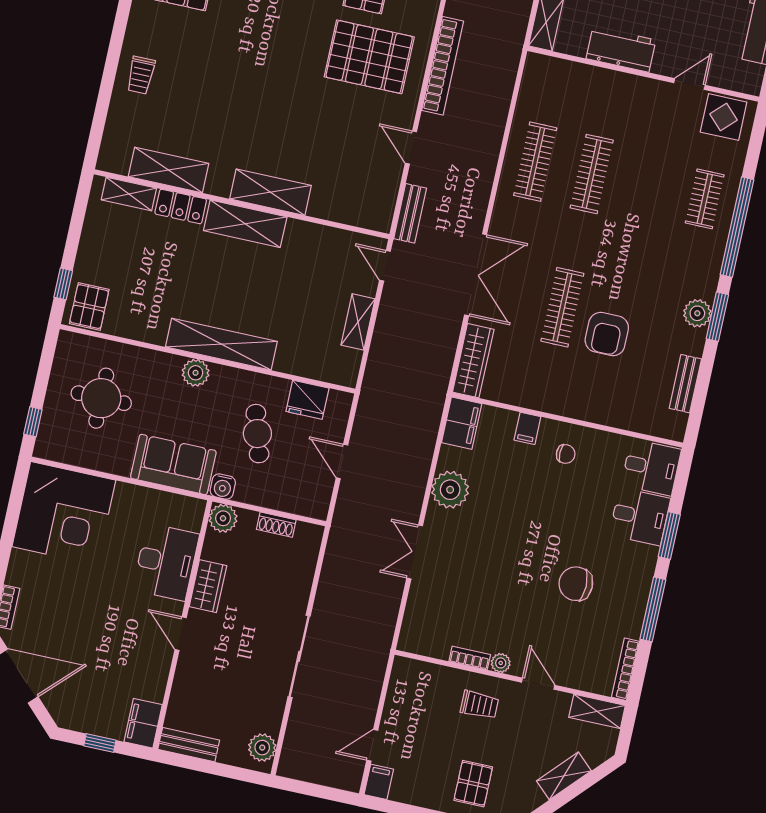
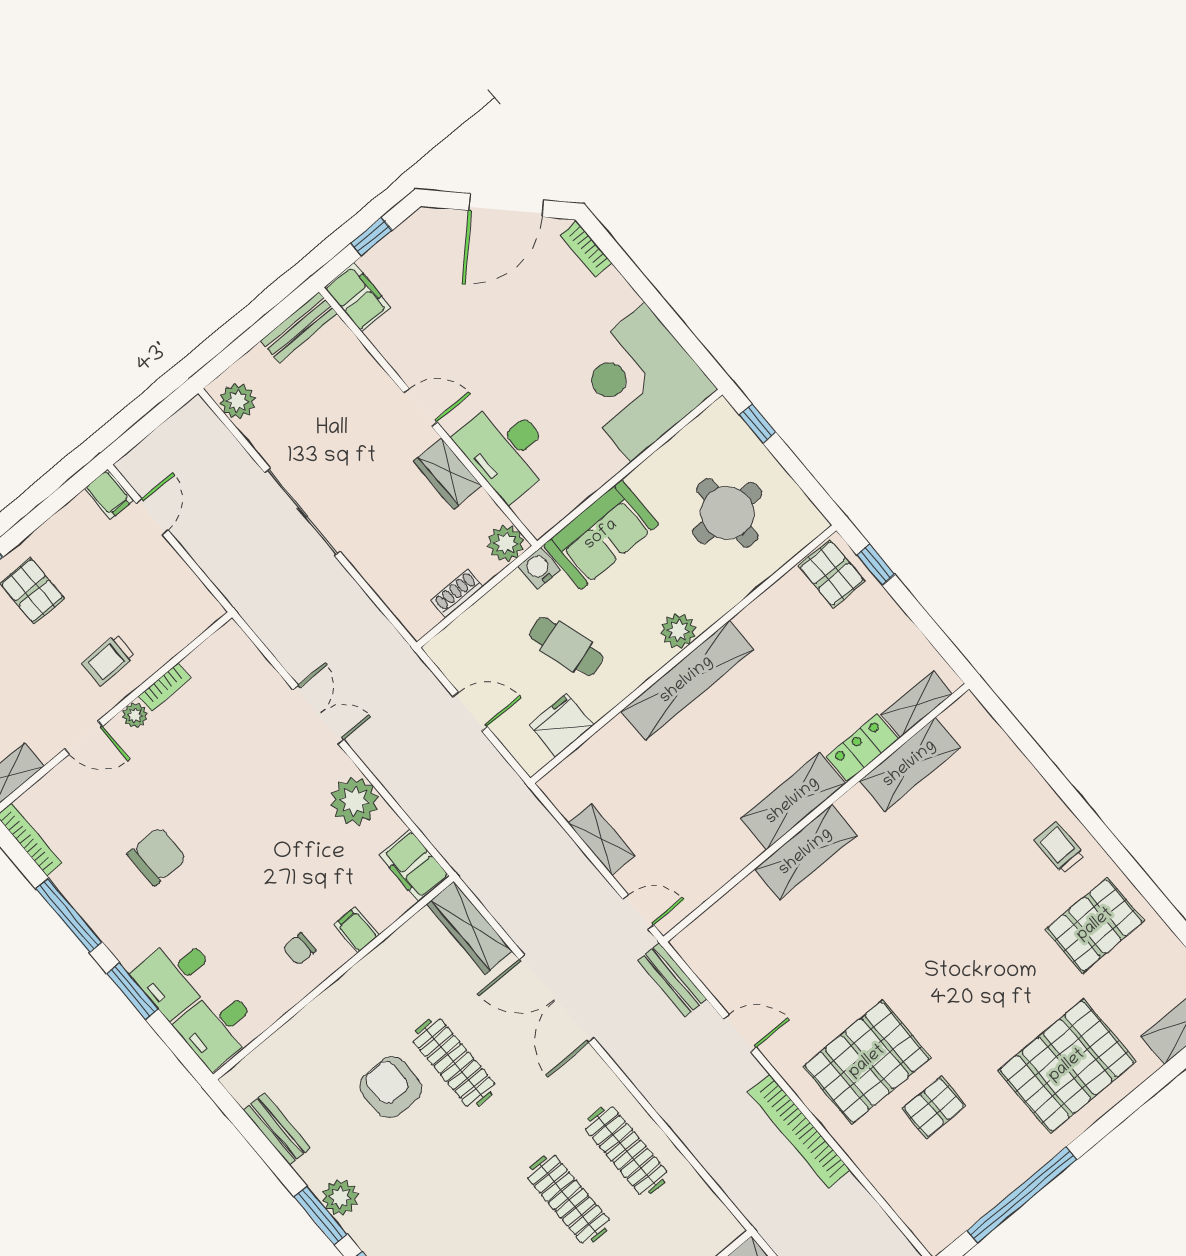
trolley: (141, 75) -> (1059, 848), moved

